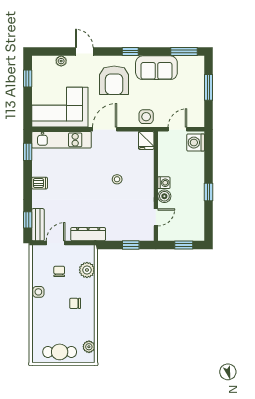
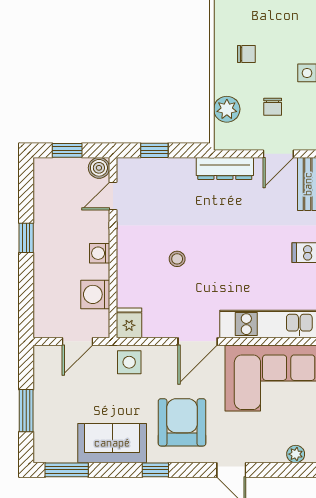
plant: (61, 61) -> (296, 454), moved
washing machine: (196, 143) -> (95, 294), moved, turned 180
boiler: (164, 196) -> (99, 168), moved

